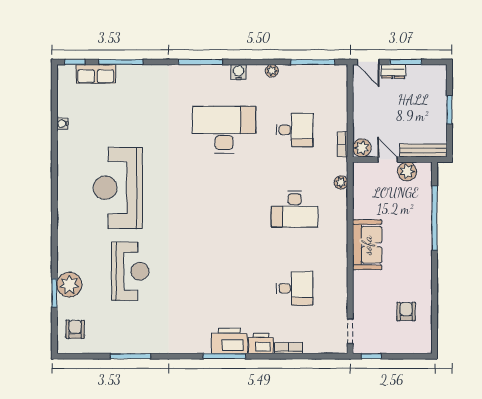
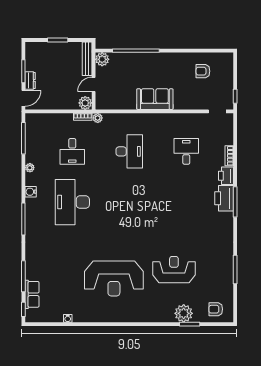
desk: (295, 130) -> (72, 151), turned 180
plant: (407, 171) -> (102, 59), moved
plant: (341, 182) -> (98, 118), moved

